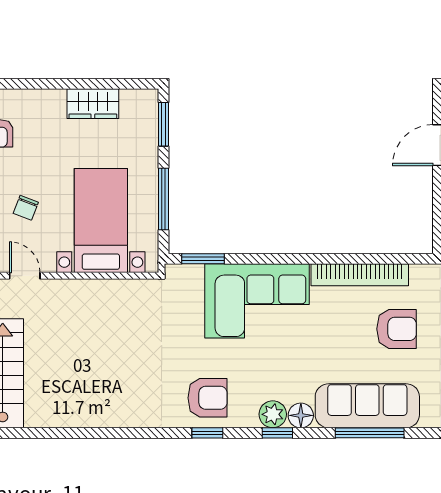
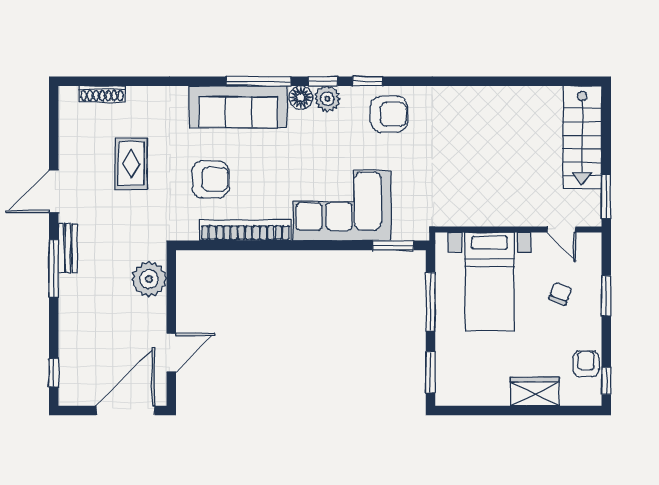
wardrobe: (93, 104) -> (535, 392), moved
armchair: (397, 329) -> (211, 179), turned 180
armchair: (207, 398) -> (389, 114), turned 180
window: (207, 433) -> (368, 81), moved
window: (370, 433) -> (258, 81), moved

